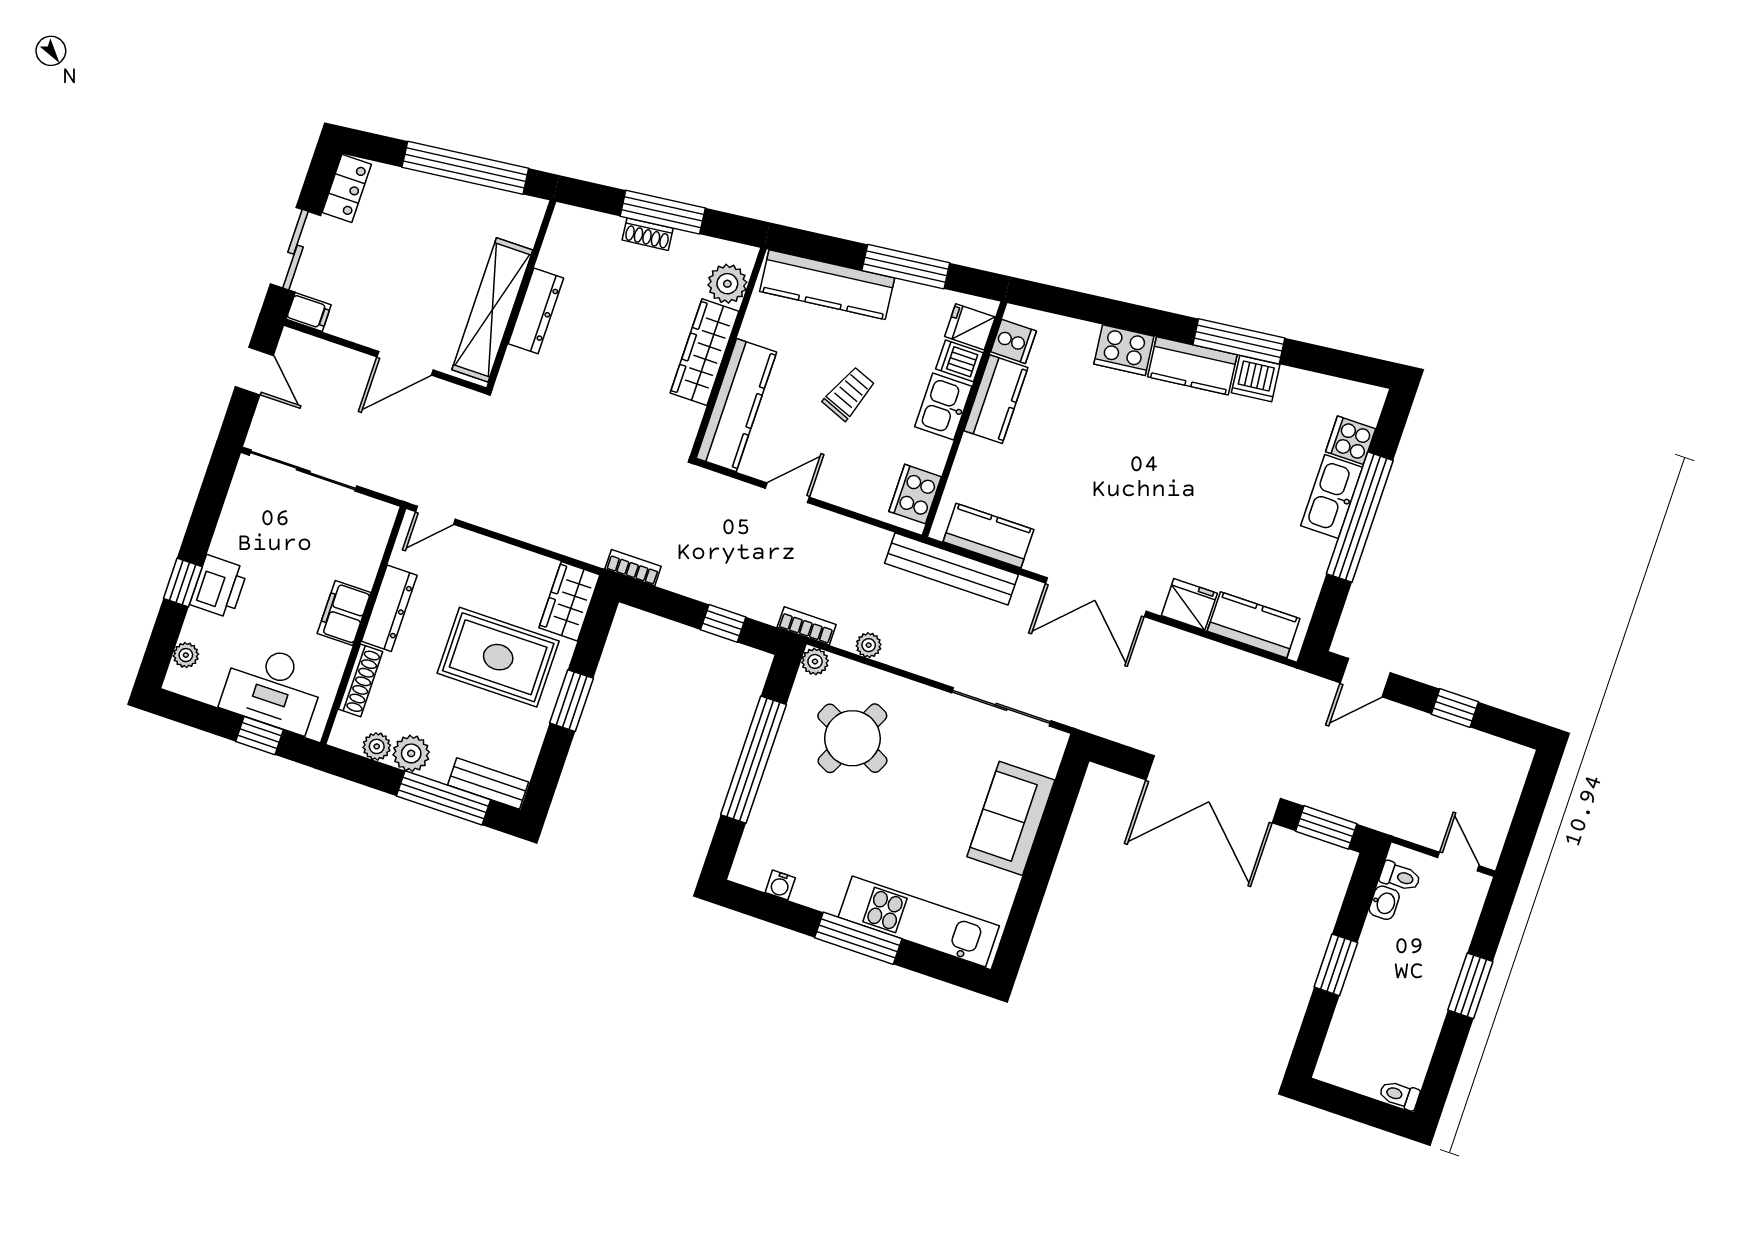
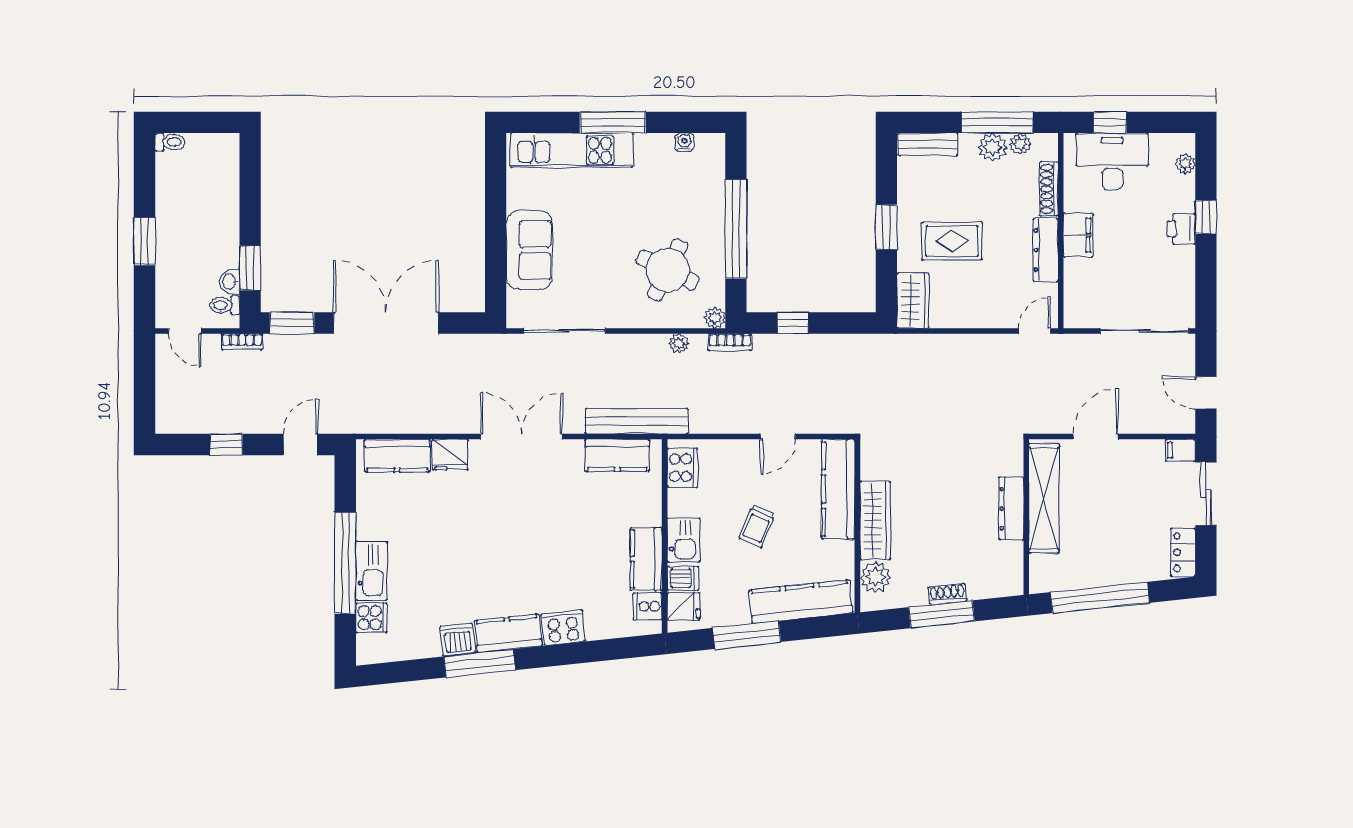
bookcase: (633, 568) -> (242, 342), moved
printer: (219, 587) -> (1181, 229), width x0.73, depth x0.81
rug: (498, 657) -> (952, 241), width x0.73, depth x0.70
window: (443, 798) -> (997, 122), moved
window: (1336, 965) -> (250, 268), moved

